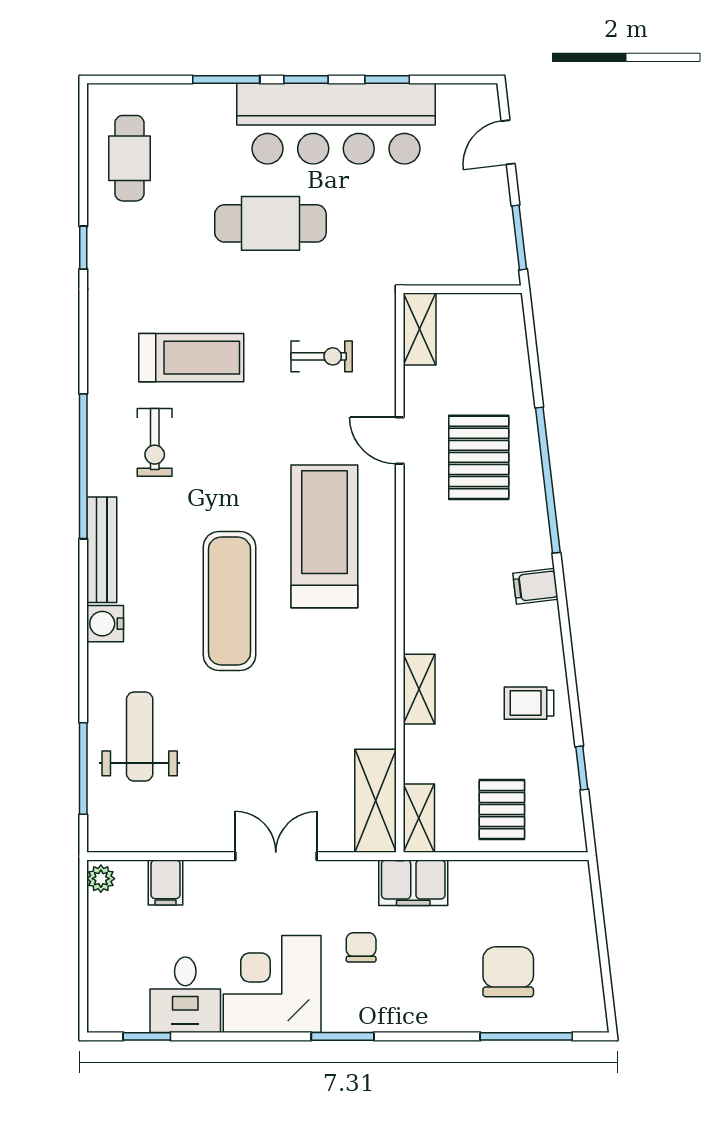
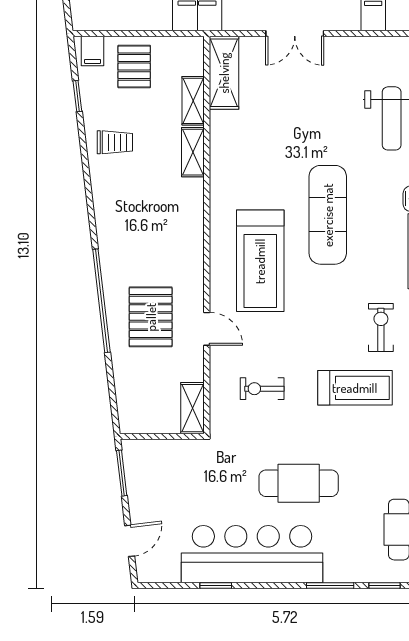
window: (306, 79) -> (385, 586), moved
treadmill: (191, 358) -> (355, 388), turned 180
filing cabinet: (536, 586) -> (93, 51), moved, turned 97
shelving: (419, 818) -> (193, 101), moved

